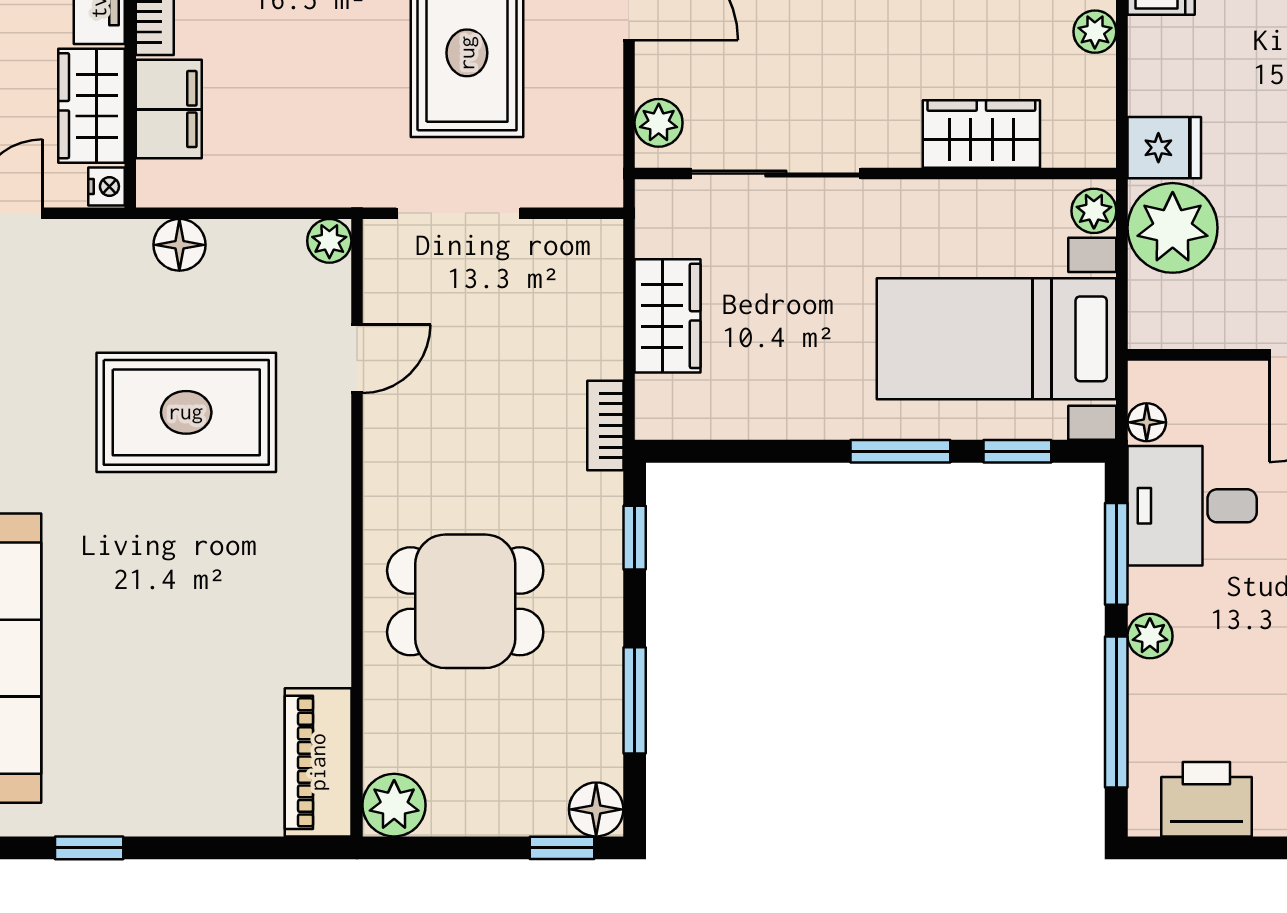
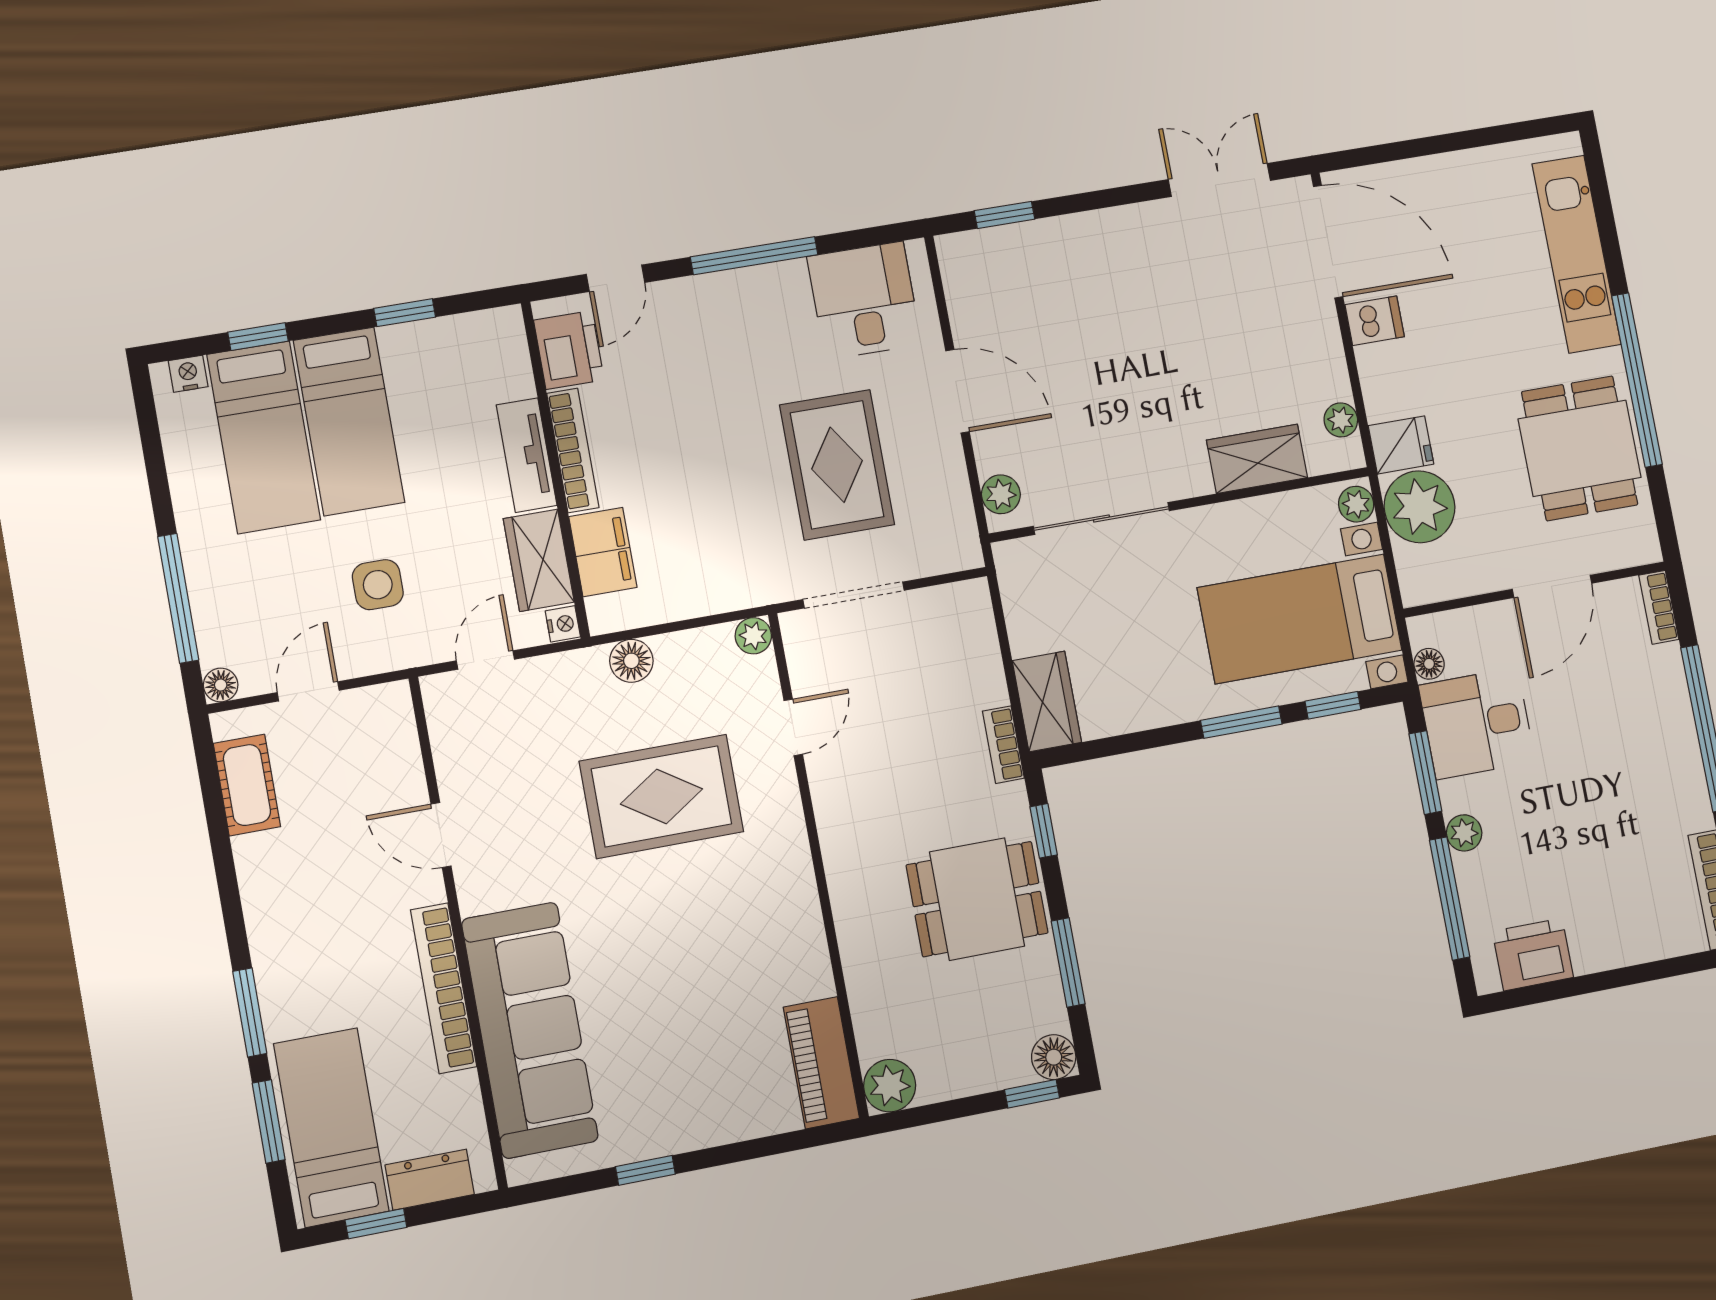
plant: (1095, 32) -> (1341, 420), moved
wardrobe: (668, 316) -> (1047, 701), moved
dining table: (465, 601) -> (977, 899), moved

